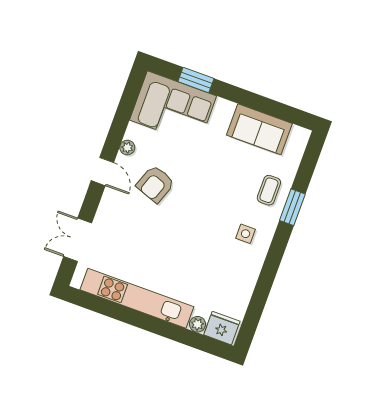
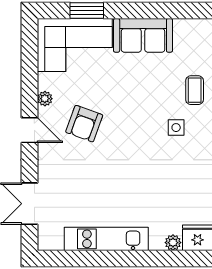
sofa: (259, 129) -> (143, 35), moved
side table: (246, 234) -> (176, 128), moved
kitchen unit: (137, 298) -> (106, 239), width x0.73

